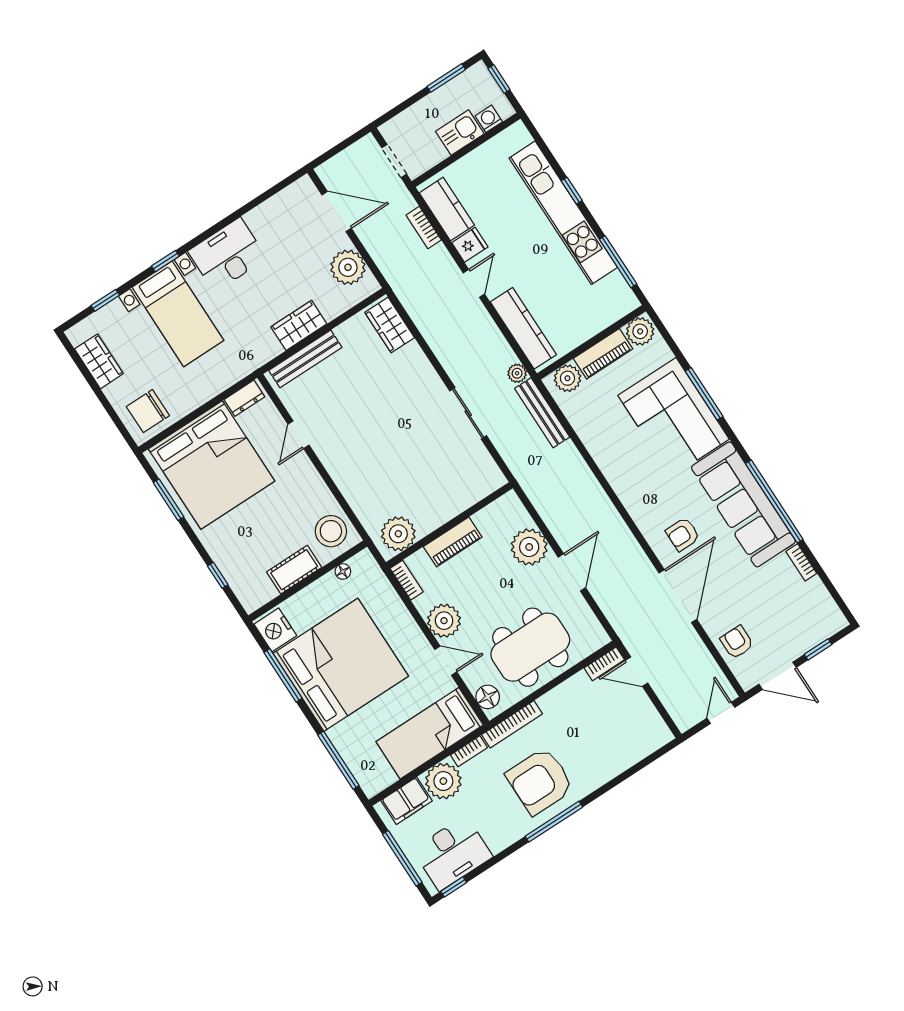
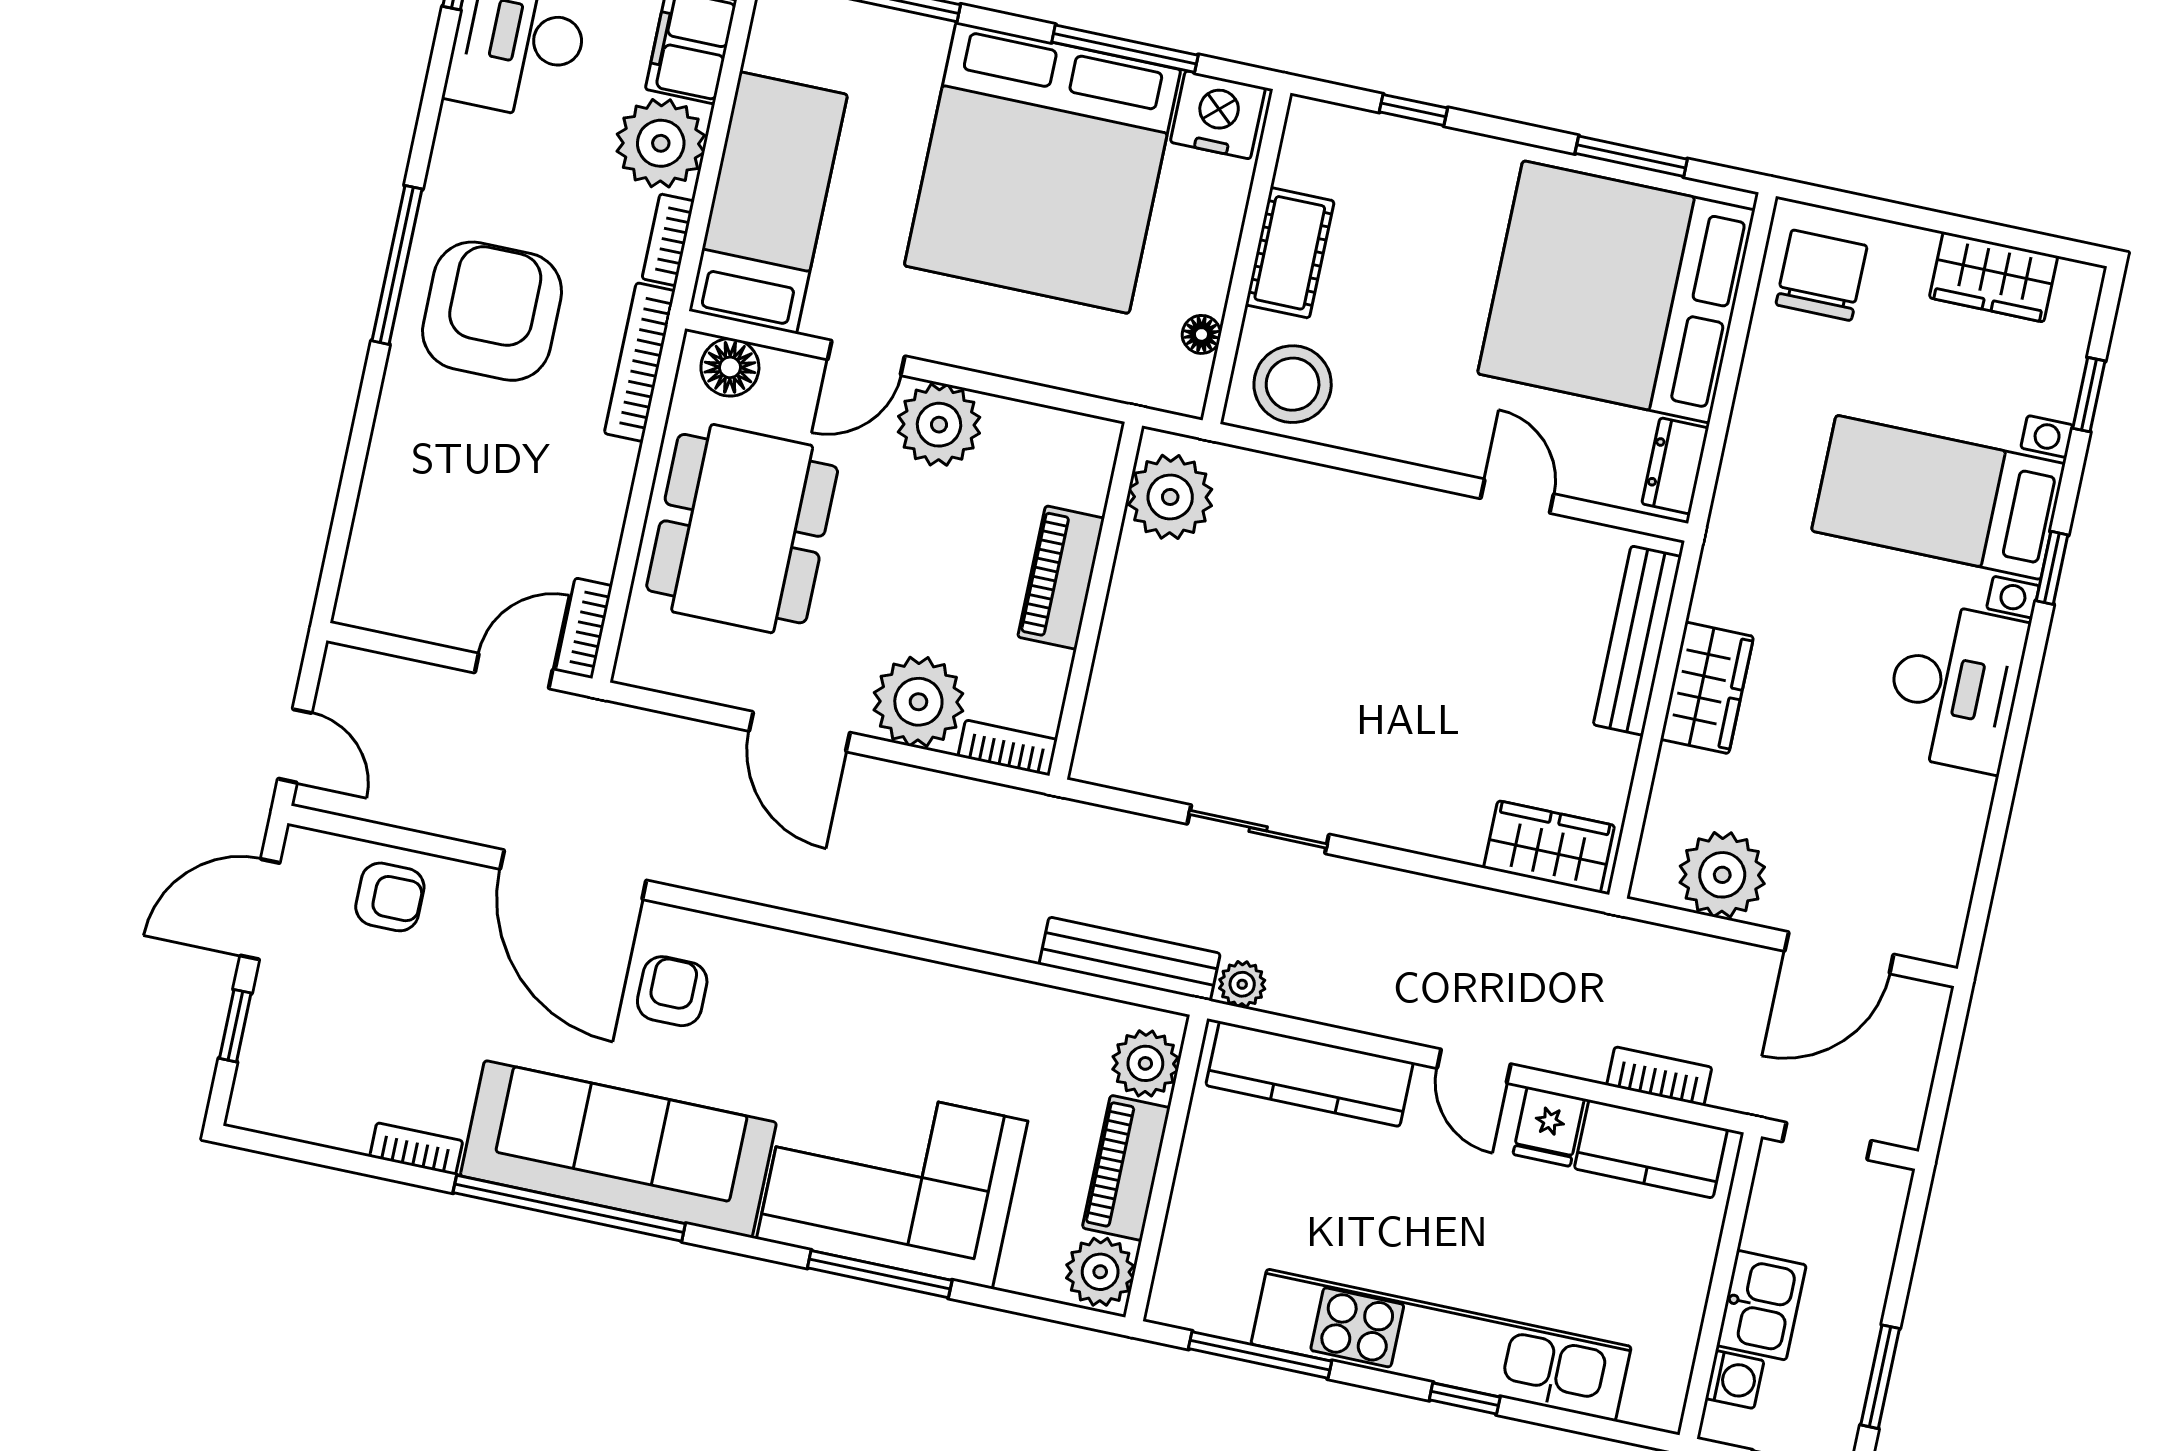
bookcase: (407, 580) -> (1008, 748), moved, turned 180

